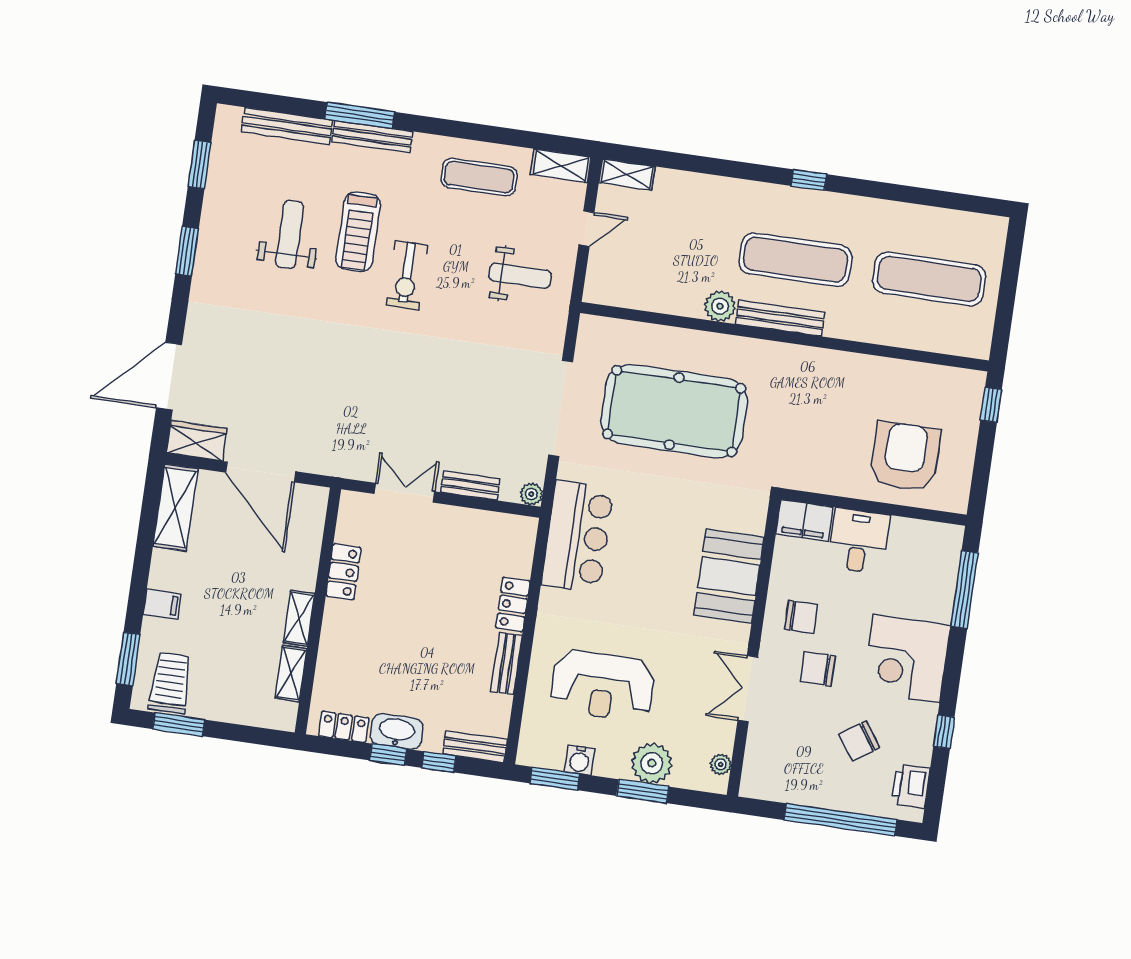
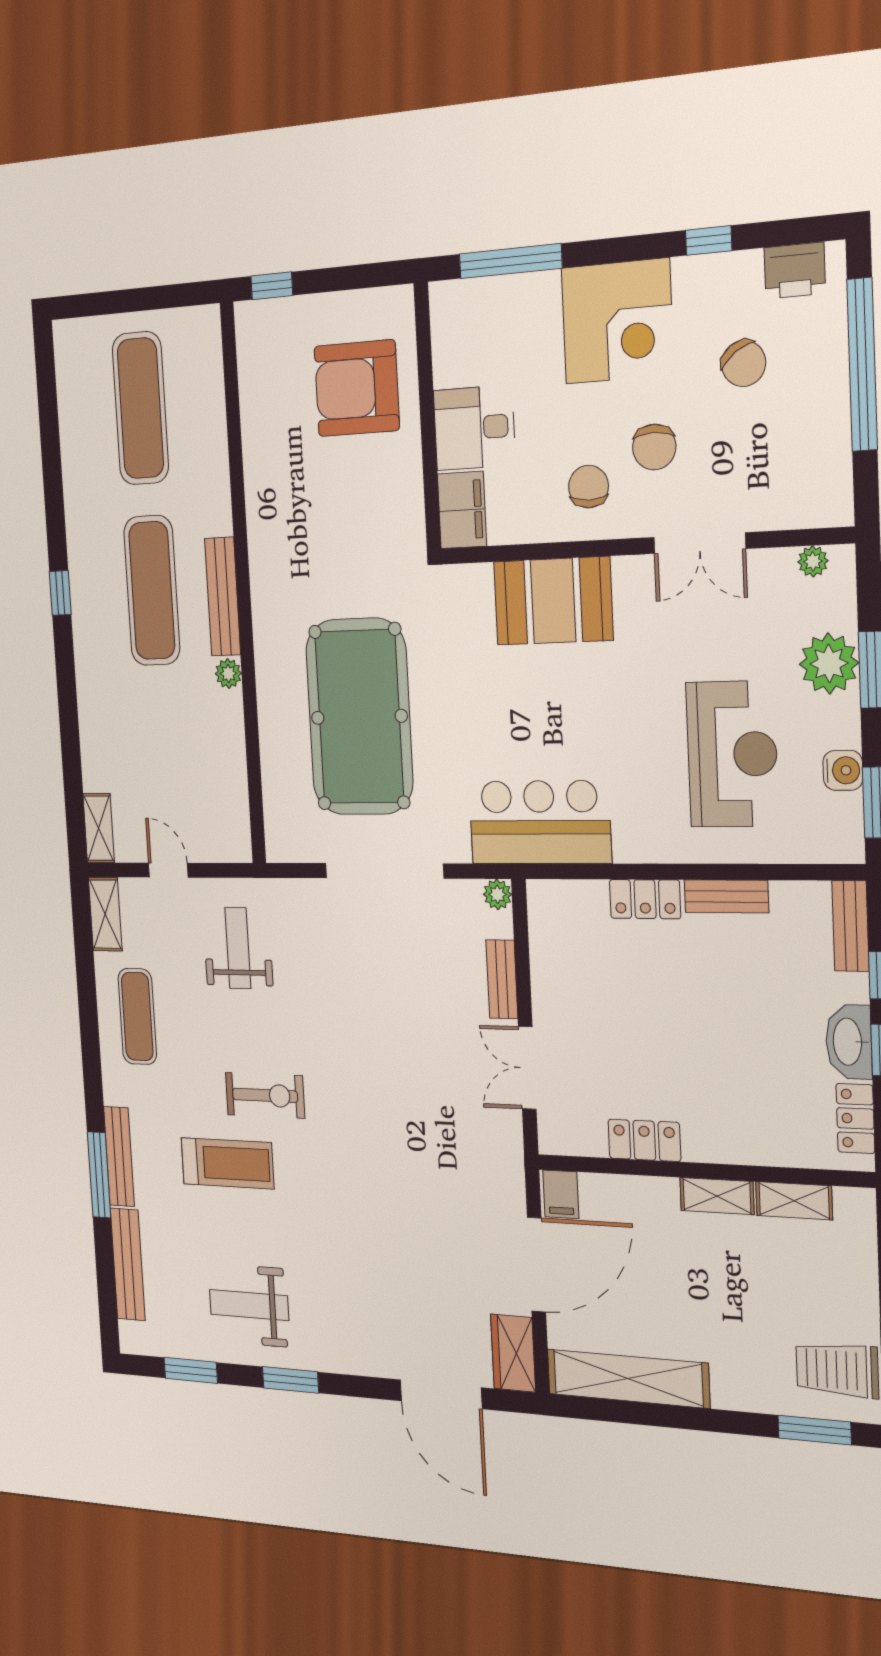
weight bench: (290, 234) -> (249, 1305), moved
plant: (720, 306) -> (228, 673), width x0.73, depth x0.73
shelving: (175, 508) -> (628, 1379), width x1.47
filing cabinet: (162, 604) -> (561, 1194), moved, turned 180

